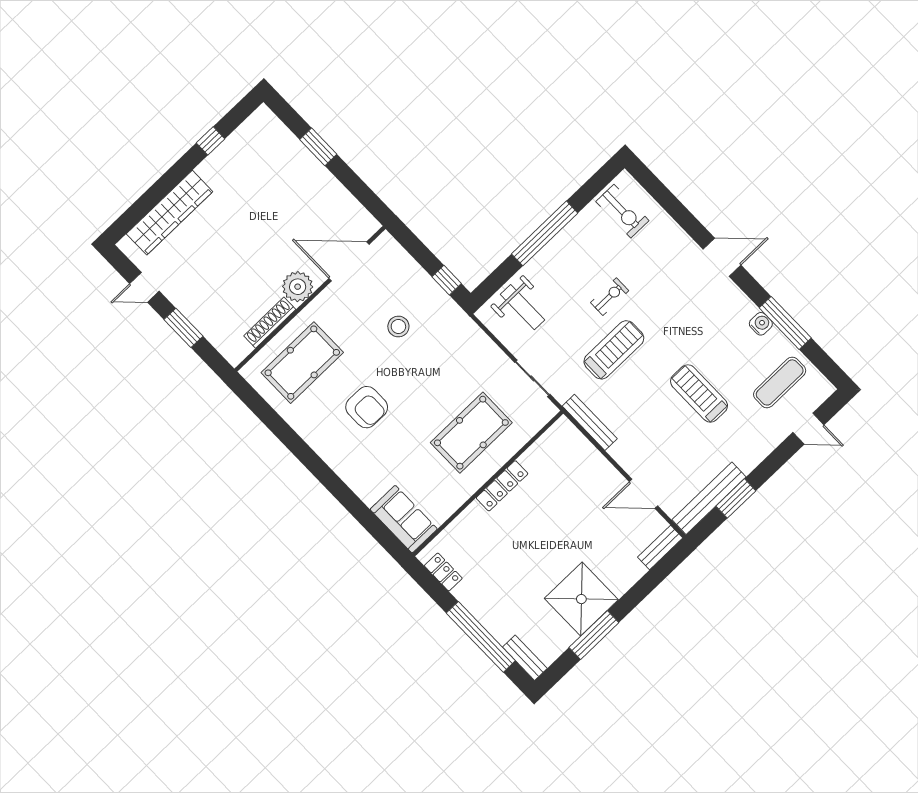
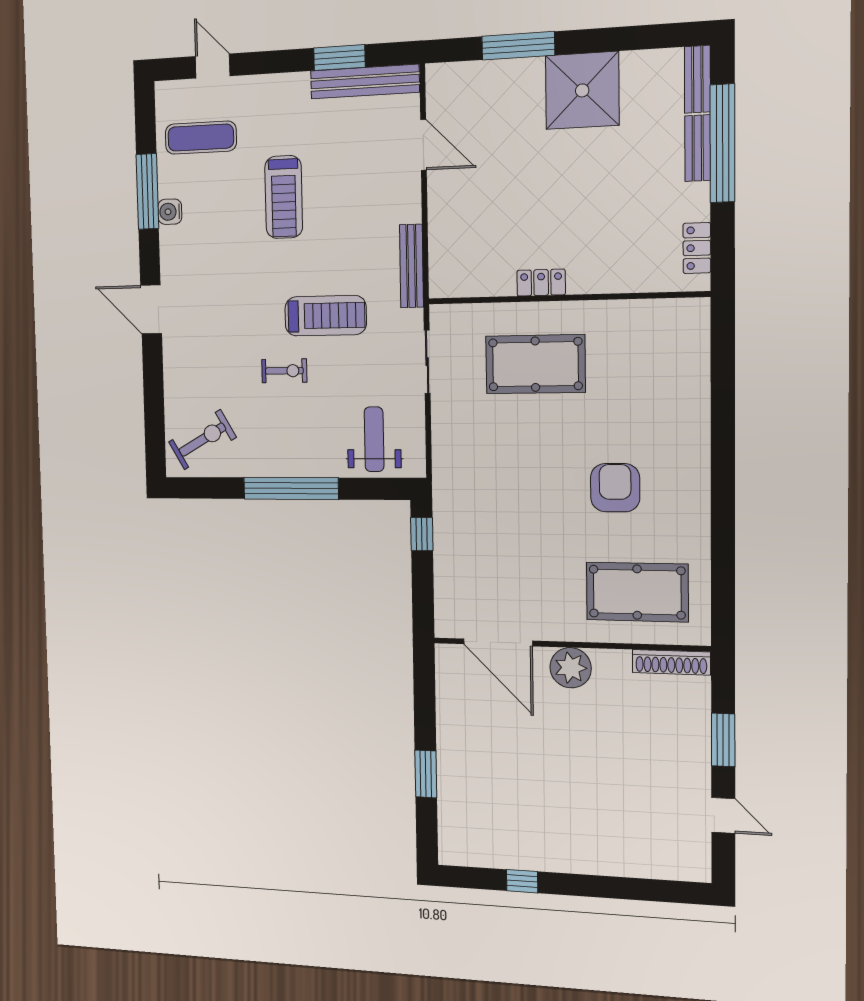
exercise bike: (622, 211) -> (202, 440), turned 60
wardrobe: (170, 213) -> (627, 858), removed
exercise bike: (610, 297) -> (284, 371), turned 180
shoe rack: (270, 323) -> (671, 662), moved
stool: (398, 327) -> (509, 535), removed
treadmill: (614, 350) -> (326, 316), turned 180
locker: (502, 486) -> (541, 283), width x0.66
sofa: (404, 519) -> (686, 341), removed
bench: (660, 547) -> (698, 148), moved, turned 90
window: (594, 635) -> (518, 46), moved

